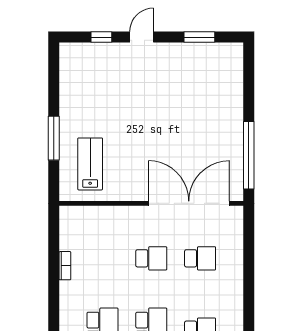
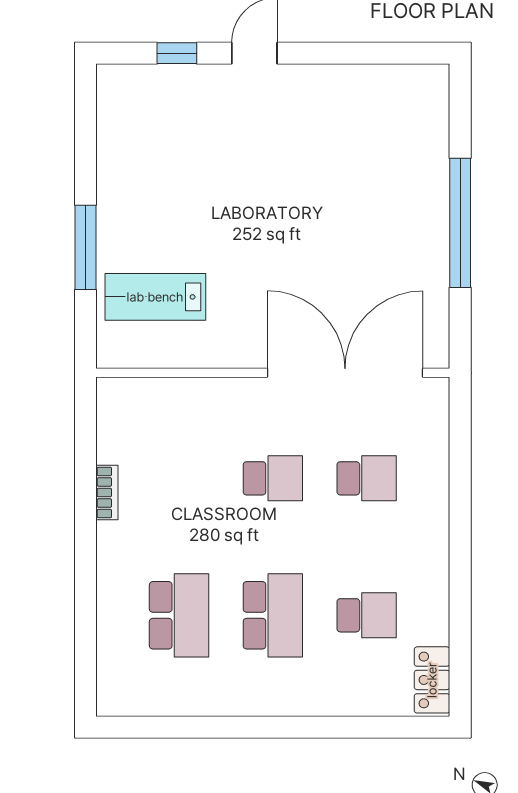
window: (199, 37) -> (365, 53), removed
window: (249, 155) -> (460, 223), moved
lab bench: (90, 164) -> (155, 297), turned -90

